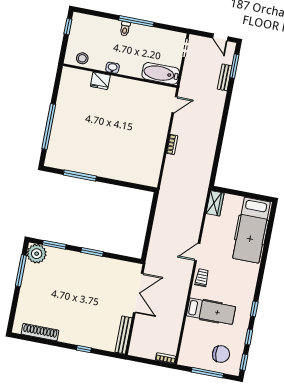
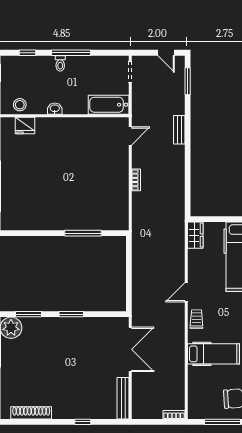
window: (98, 14) -> (27, 53), added
bench: (225, 77) -> (179, 130), moved
fridge: (100, 81) -> (25, 125), moved
window: (80, 175) -> (83, 233), moved

